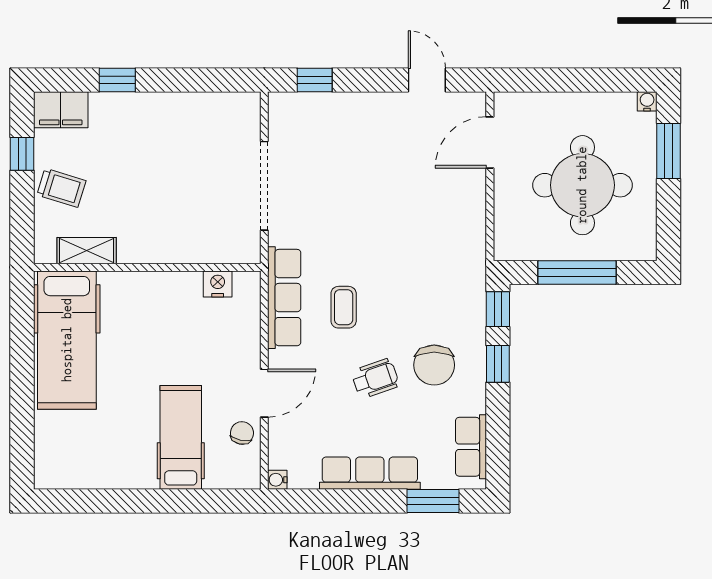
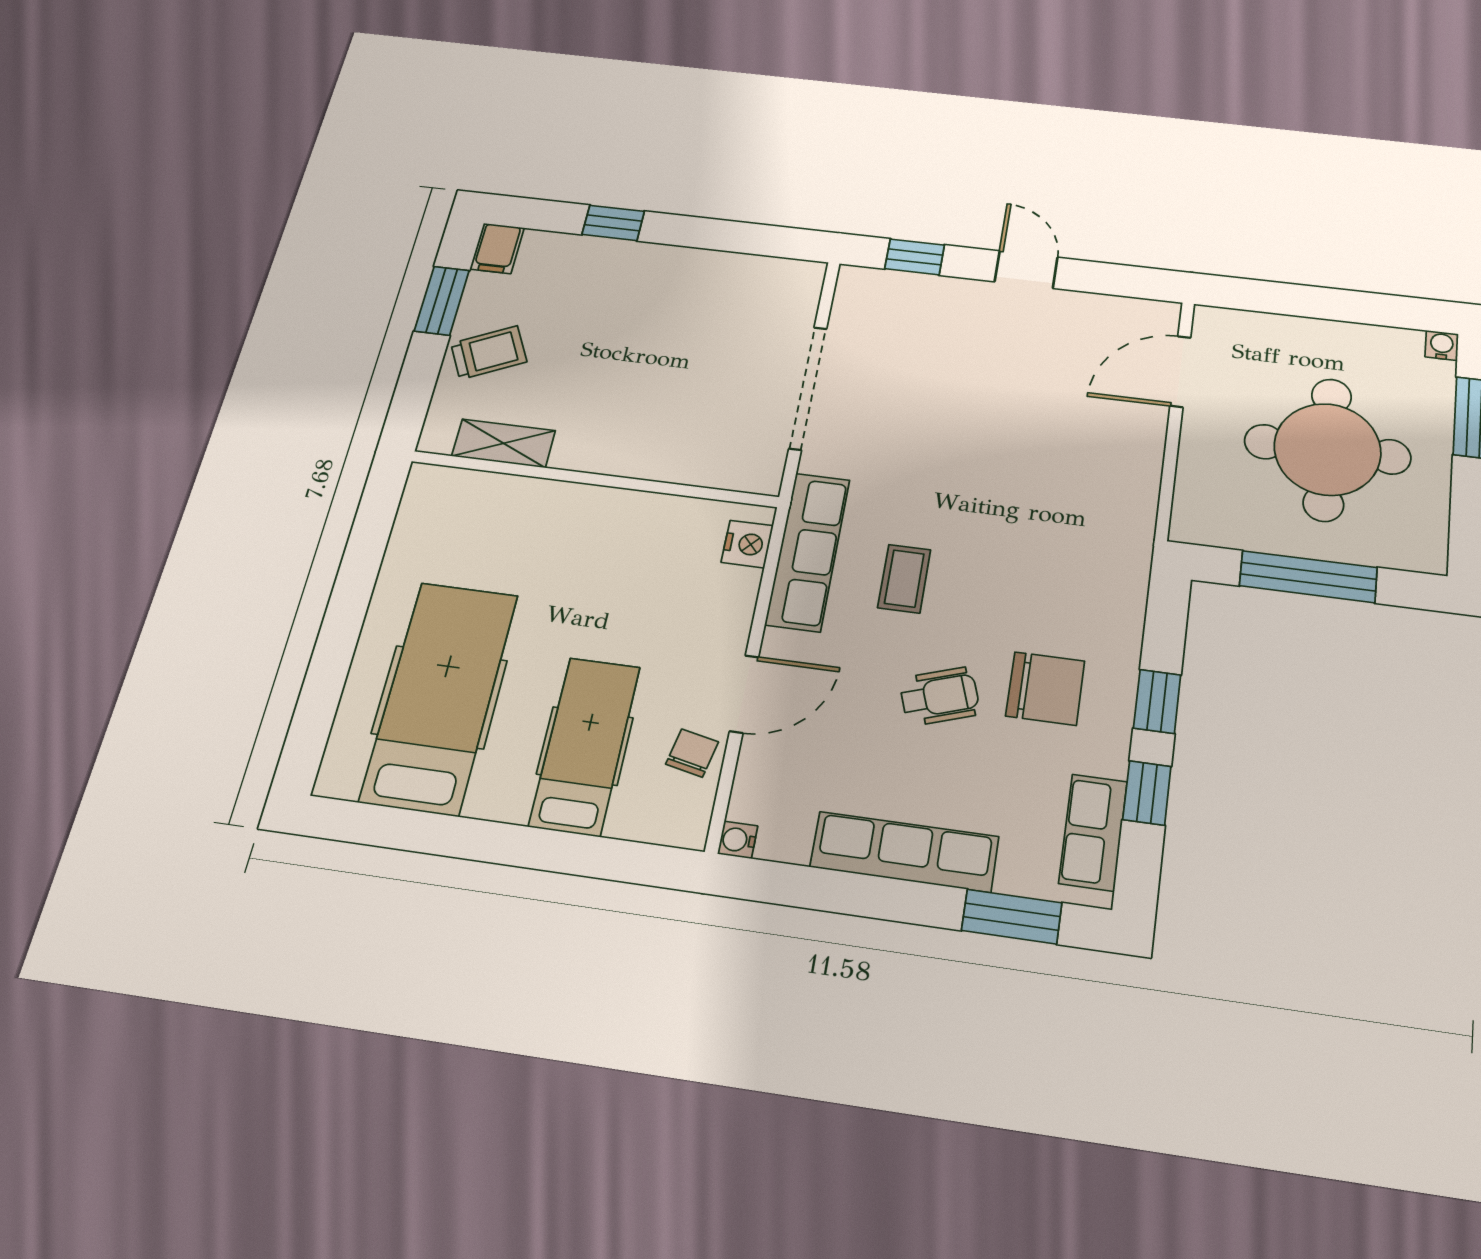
door: (427, 80) -> (1026, 269), moved
filing cabinet: (61, 110) -> (497, 248), width x0.50
window: (22, 154) -> (442, 301), width x1.50
trolley: (61, 188) -> (489, 353), turned -43
nightstand: (218, 284) -> (747, 544), moved, turned 90
window: (498, 309) -> (1147, 793), moved
hospital bed: (67, 340) -> (440, 697), moved, turned 180
chair: (434, 365) -> (1045, 689), turned -90

